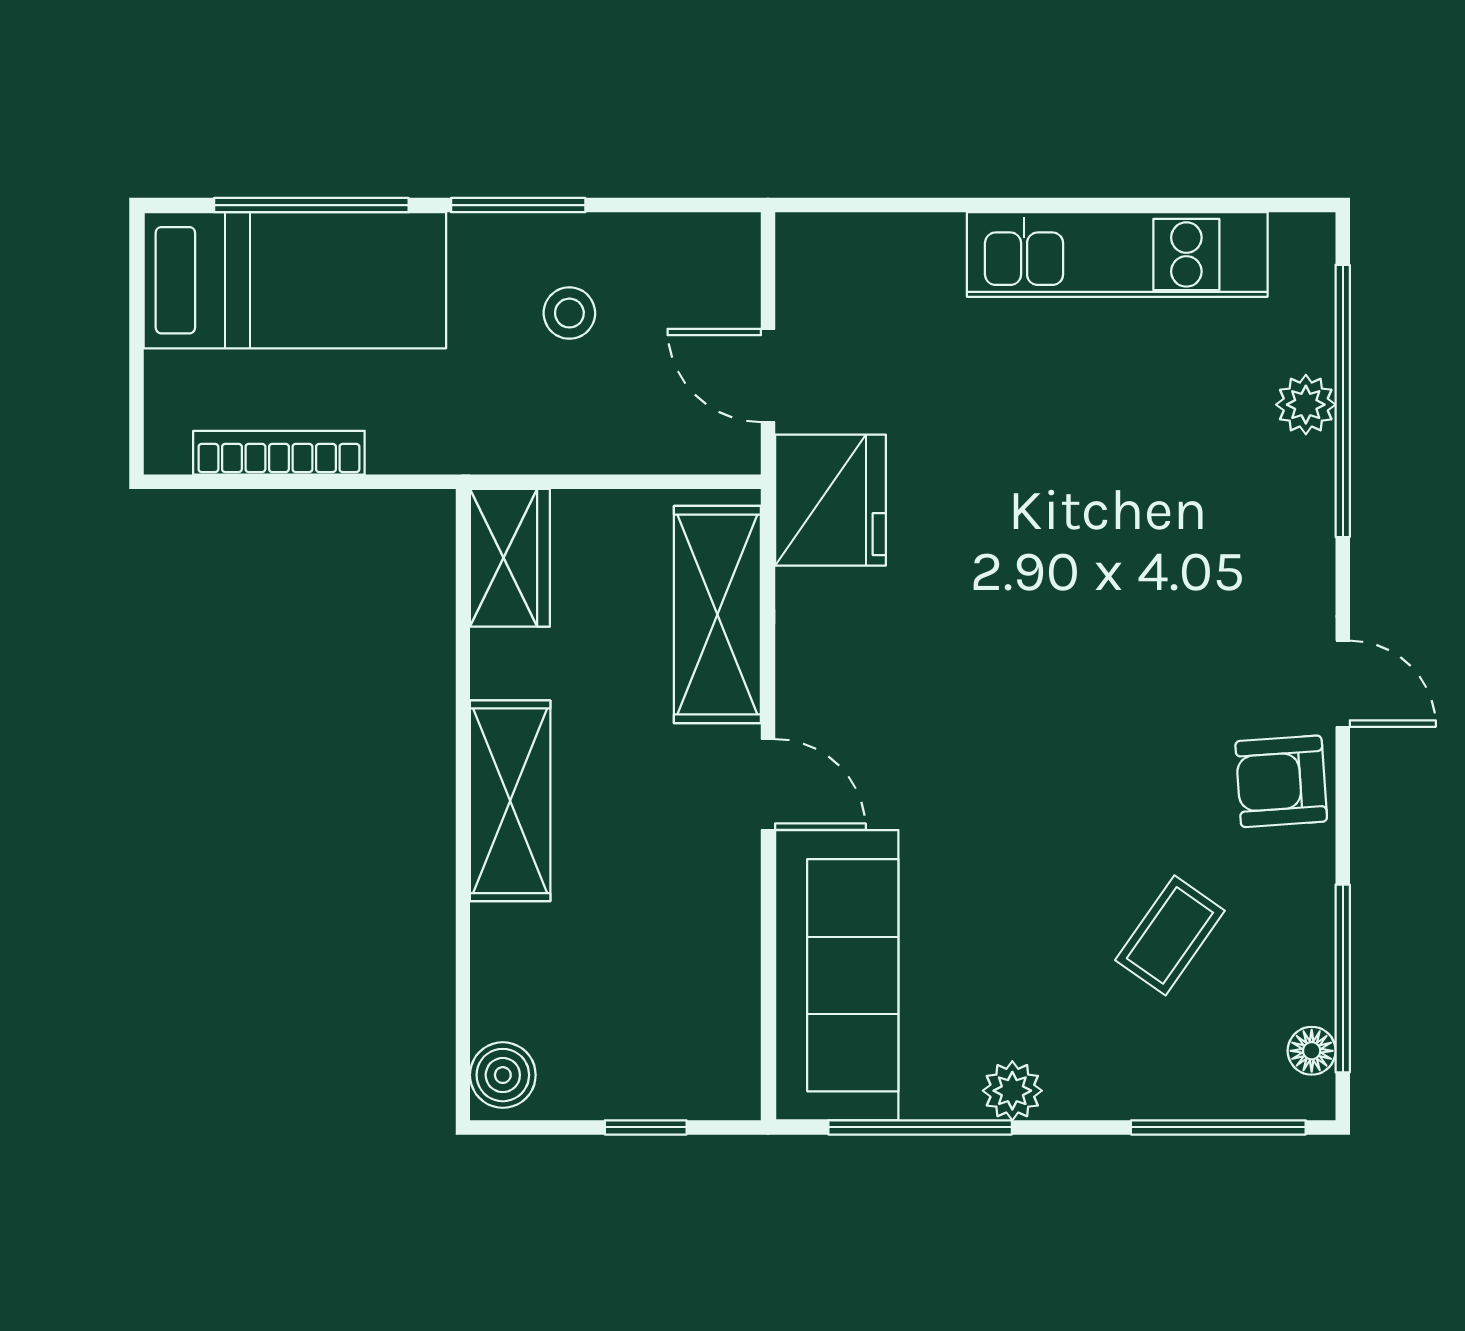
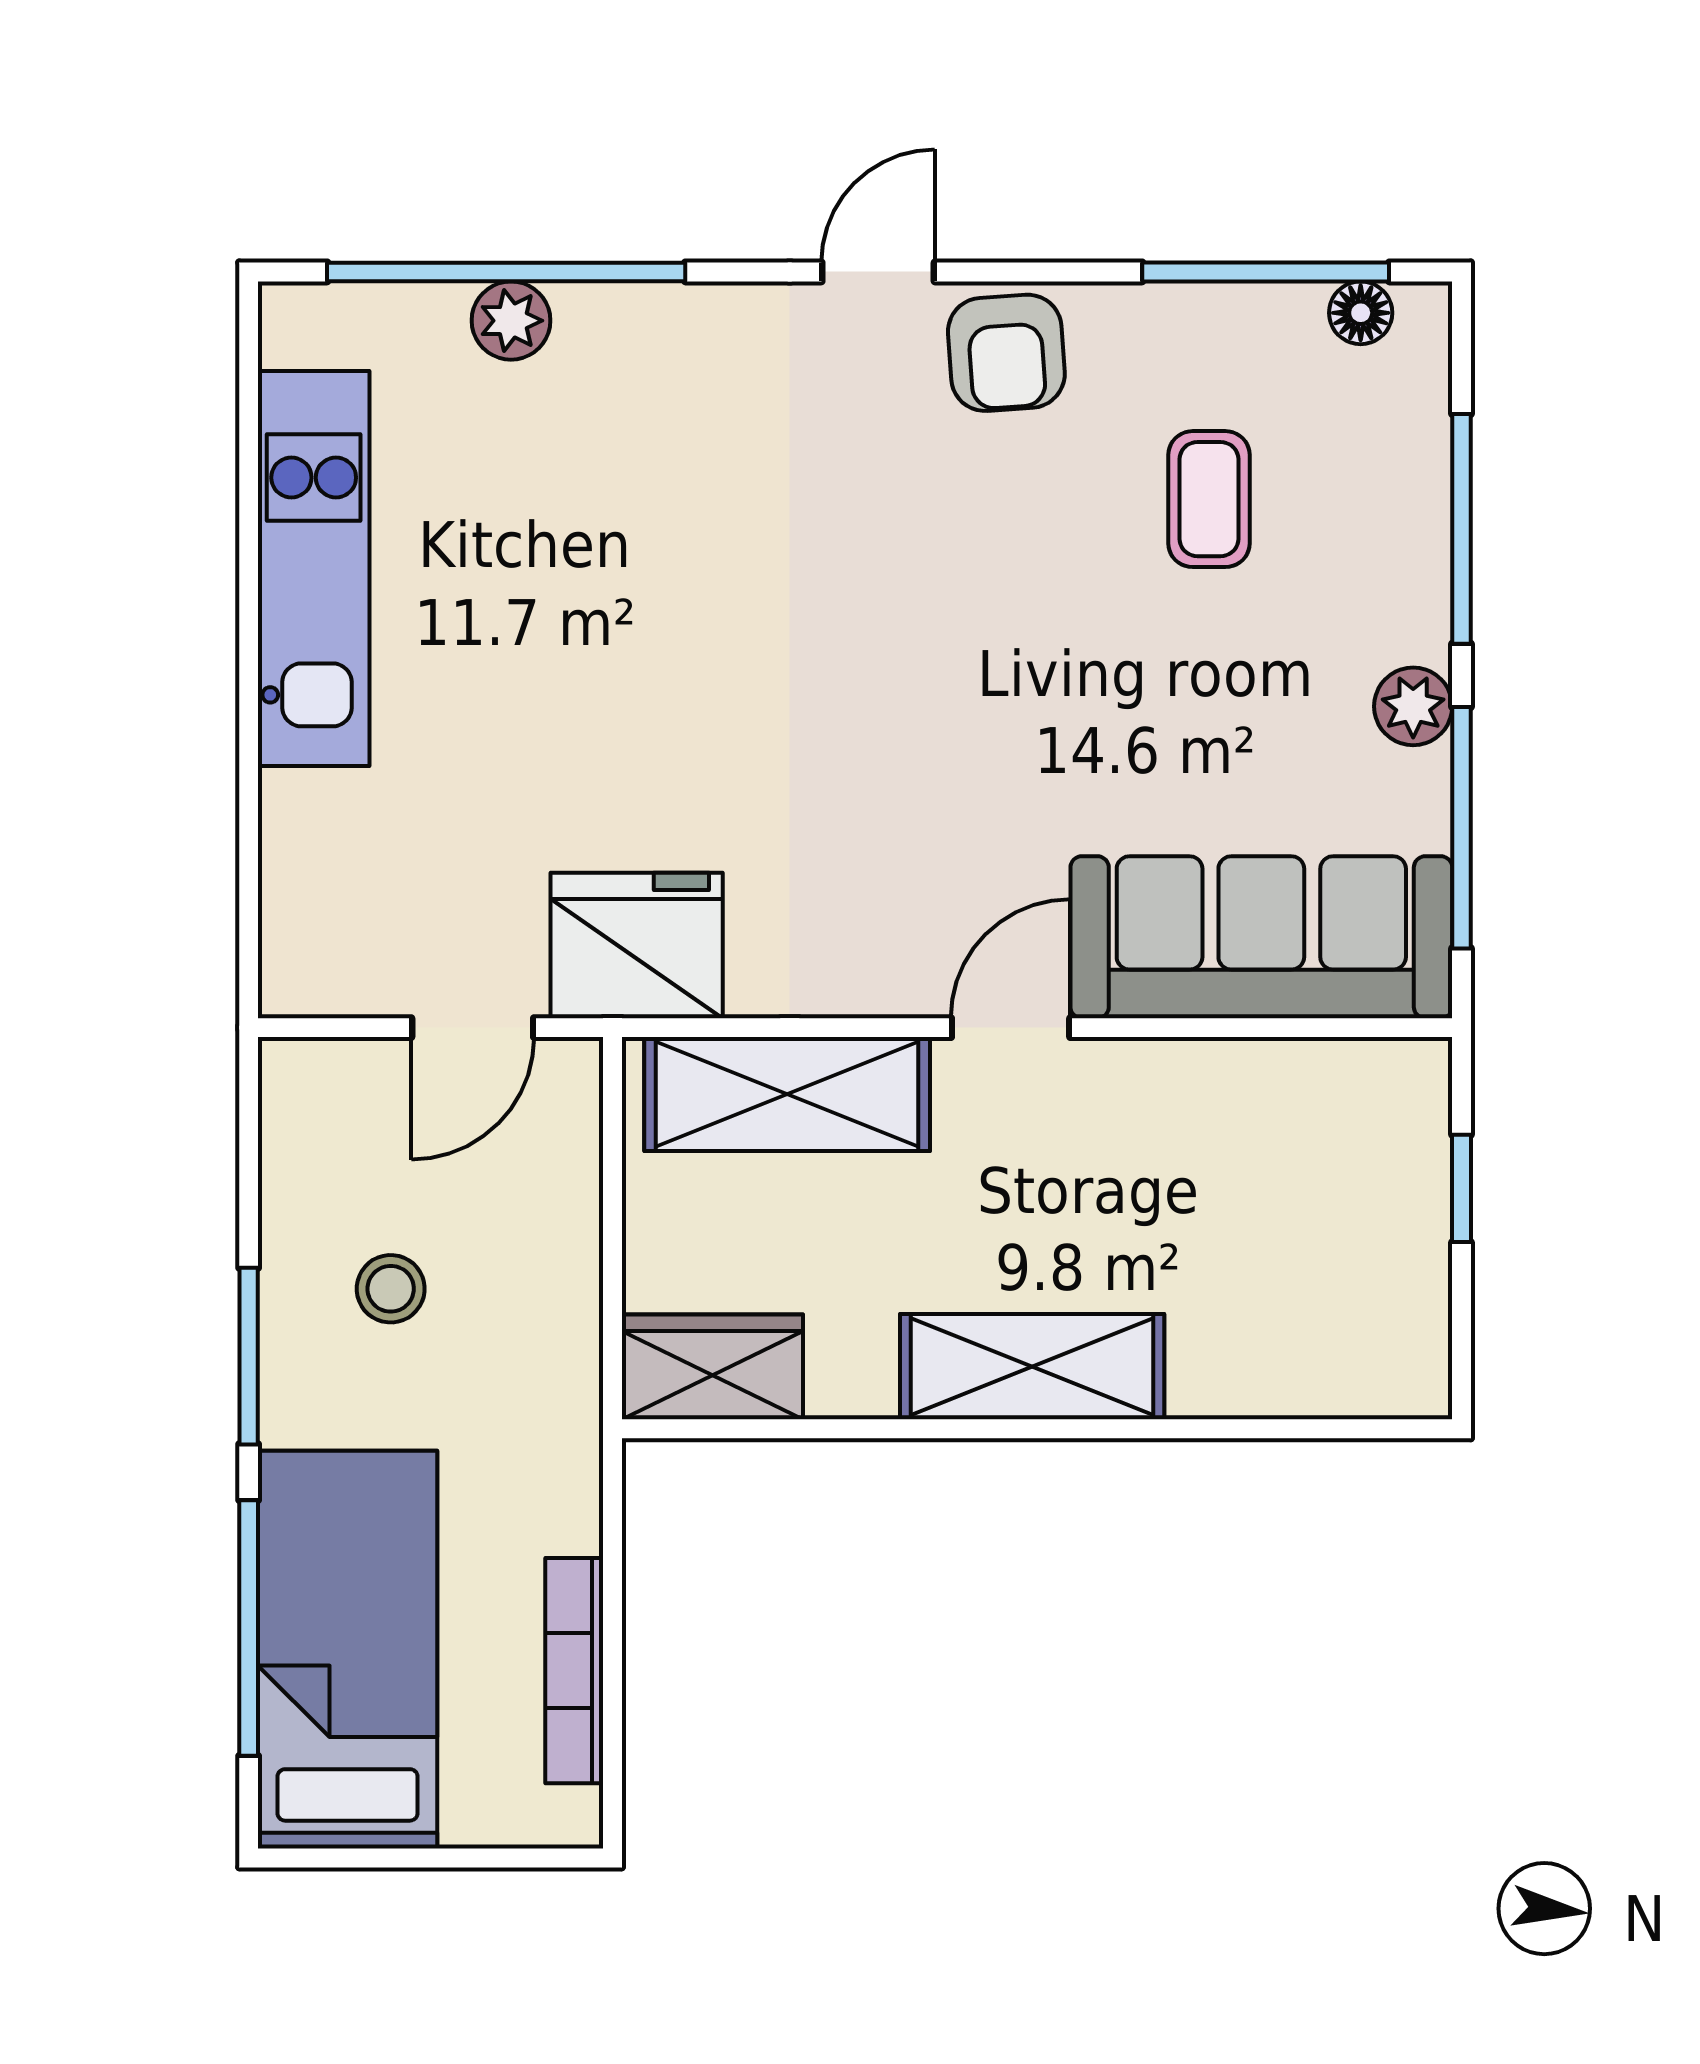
coffee table: (1170, 935) -> (1209, 499), turned 55
boiler: (503, 1075) -> (1393, 1376), removed
window: (1218, 1127) -> (1461, 529), moved

